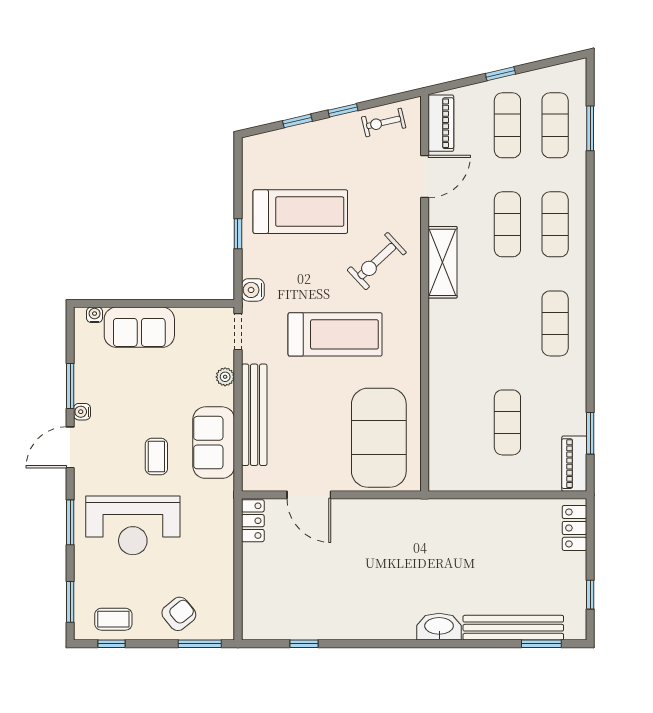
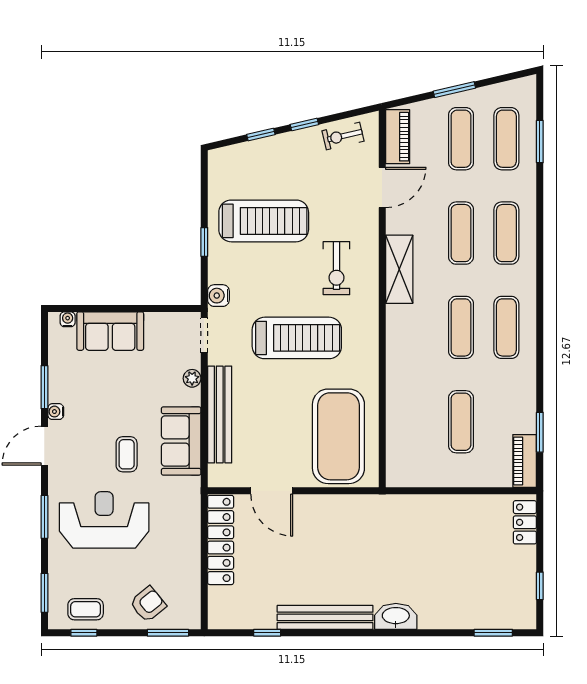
window: (500, 74) -> (454, 90), width x1.50
exercise bike: (377, 261) -> (336, 268), turned -47
exercise mat: (507, 323) -> (461, 327), added
locker: (253, 521) -> (221, 540), width x2.16, depth x1.21
reception desk: (133, 525) -> (104, 520), turned 180
bench: (513, 628) -> (325, 617), moved

